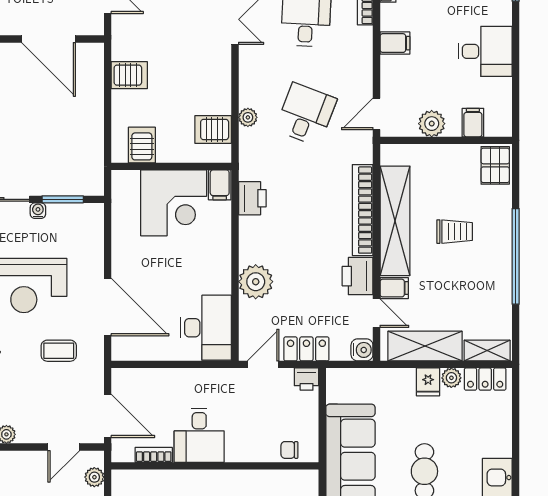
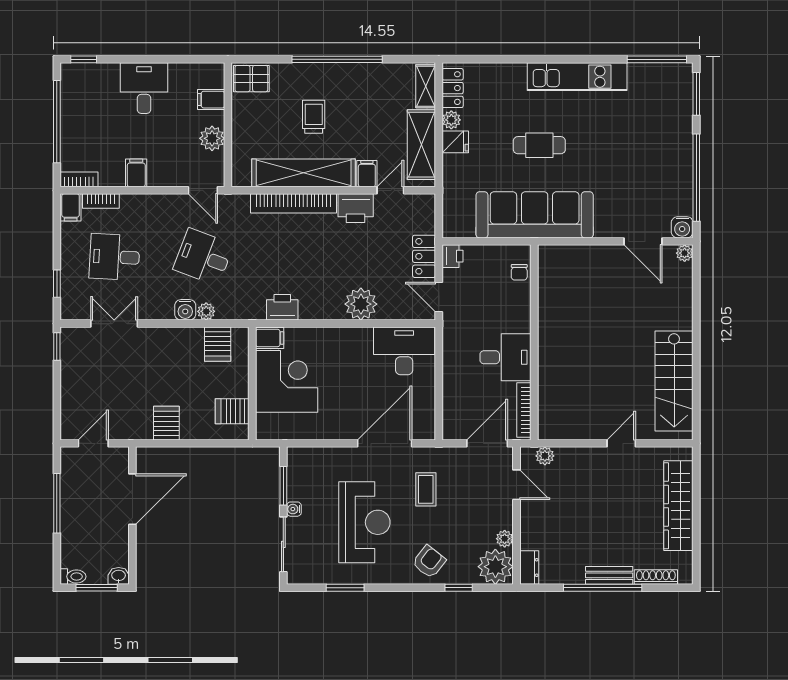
water cooler: (362, 350) -> (185, 310), moved, turned 180
bookcase: (154, 455) -> (524, 410), width x1.56

